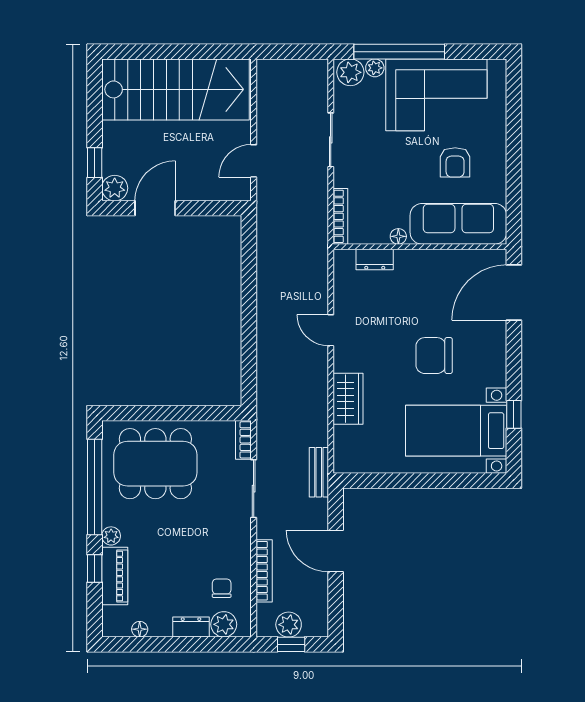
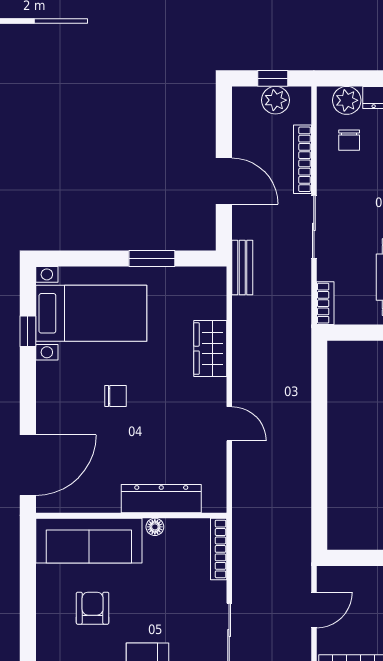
dresser: (375, 260) -> (161, 499), width x1.96, depth x1.24
chair: (434, 356) -> (115, 396), width x0.54, depth x0.54
window: (401, 481) -> (152, 258), added
sliding door: (254, 489) -> (314, 227), moved

